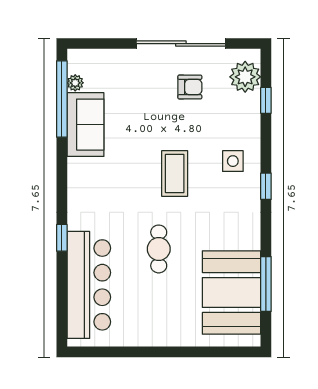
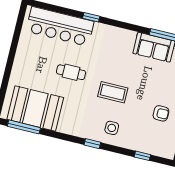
plant: (245, 77) -> (159, 147), removed
armchair: (190, 87) -> (161, 113), turned -90
window: (266, 284) -> (24, 127), moved

